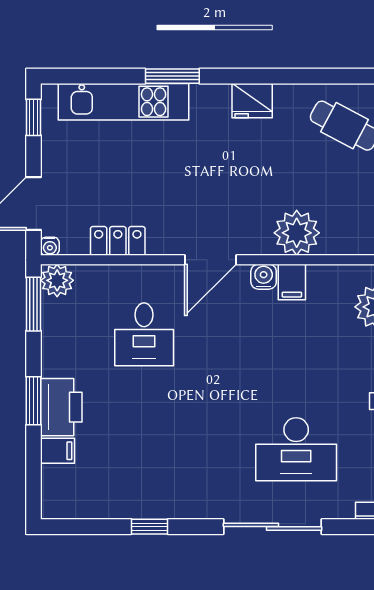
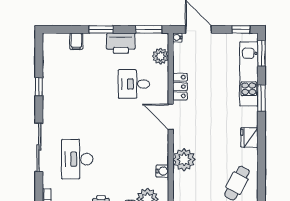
window: (82, 76) -> (261, 53), added
locker: (118, 241) -> (180, 87), moved
water cooler: (264, 277) -> (162, 171), moved
plant: (57, 280) -> (160, 56), moved
filing cabinet: (292, 282) -> (160, 157), removed
printer: (61, 407) -> (121, 43), moved

